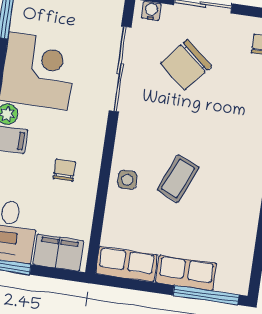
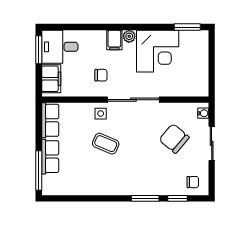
sliding door: (120, 69) -> (133, 100), moved

